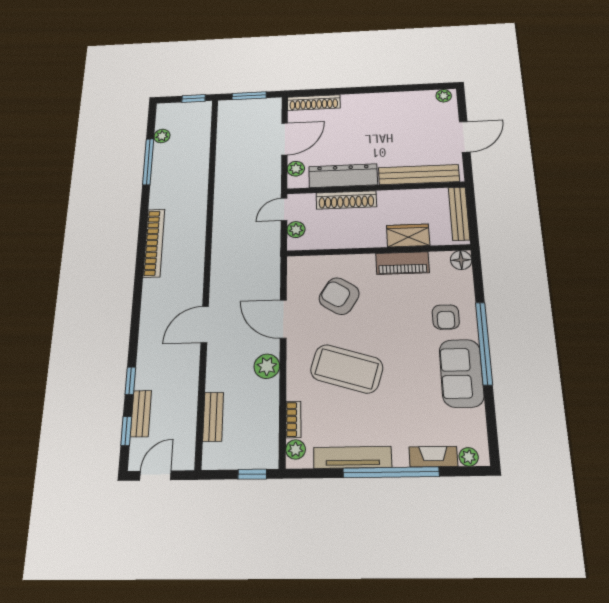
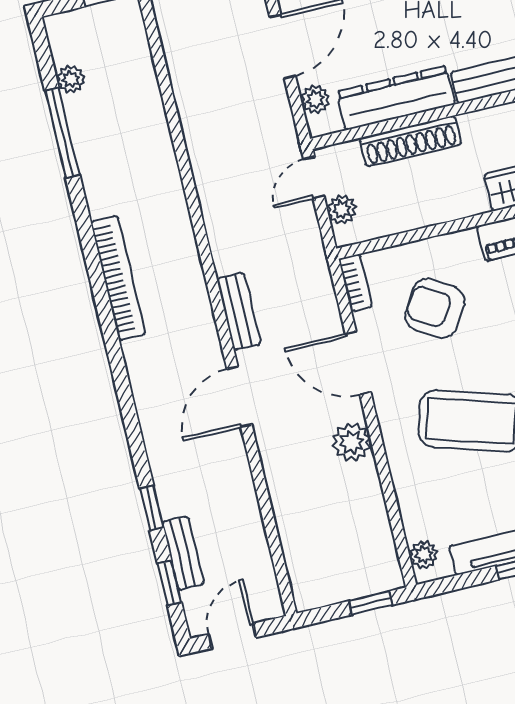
bench: (213, 417) -> (239, 311), moved
bookcase: (293, 419) -> (355, 283), moved

